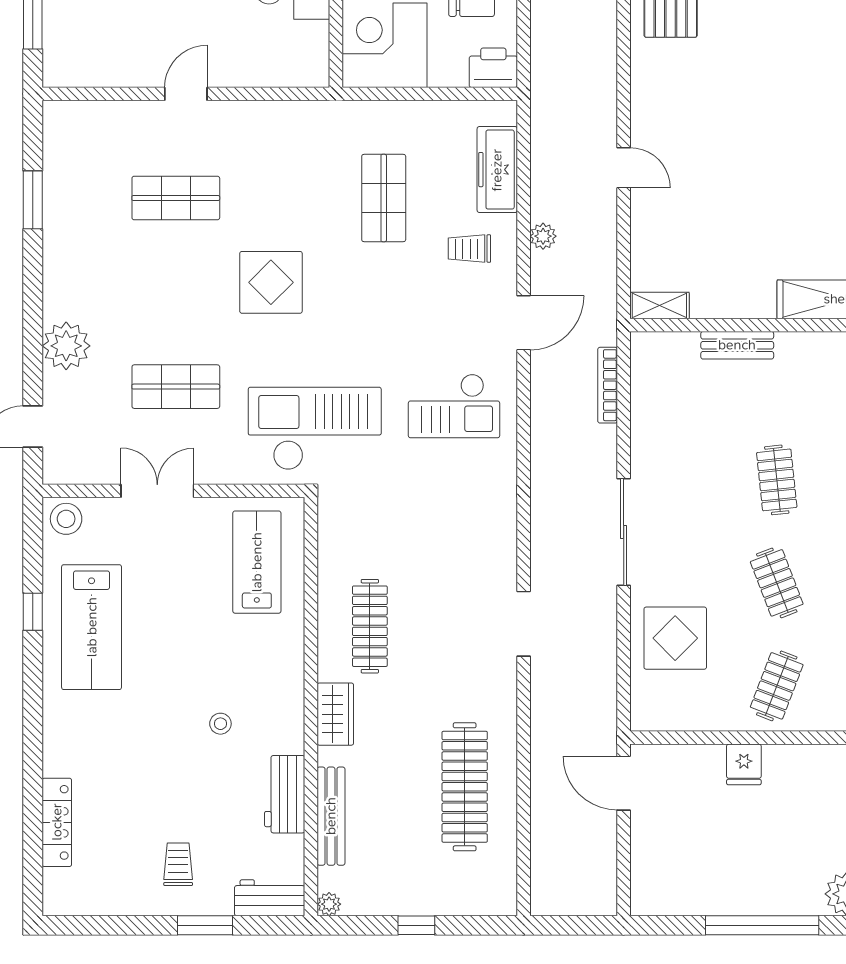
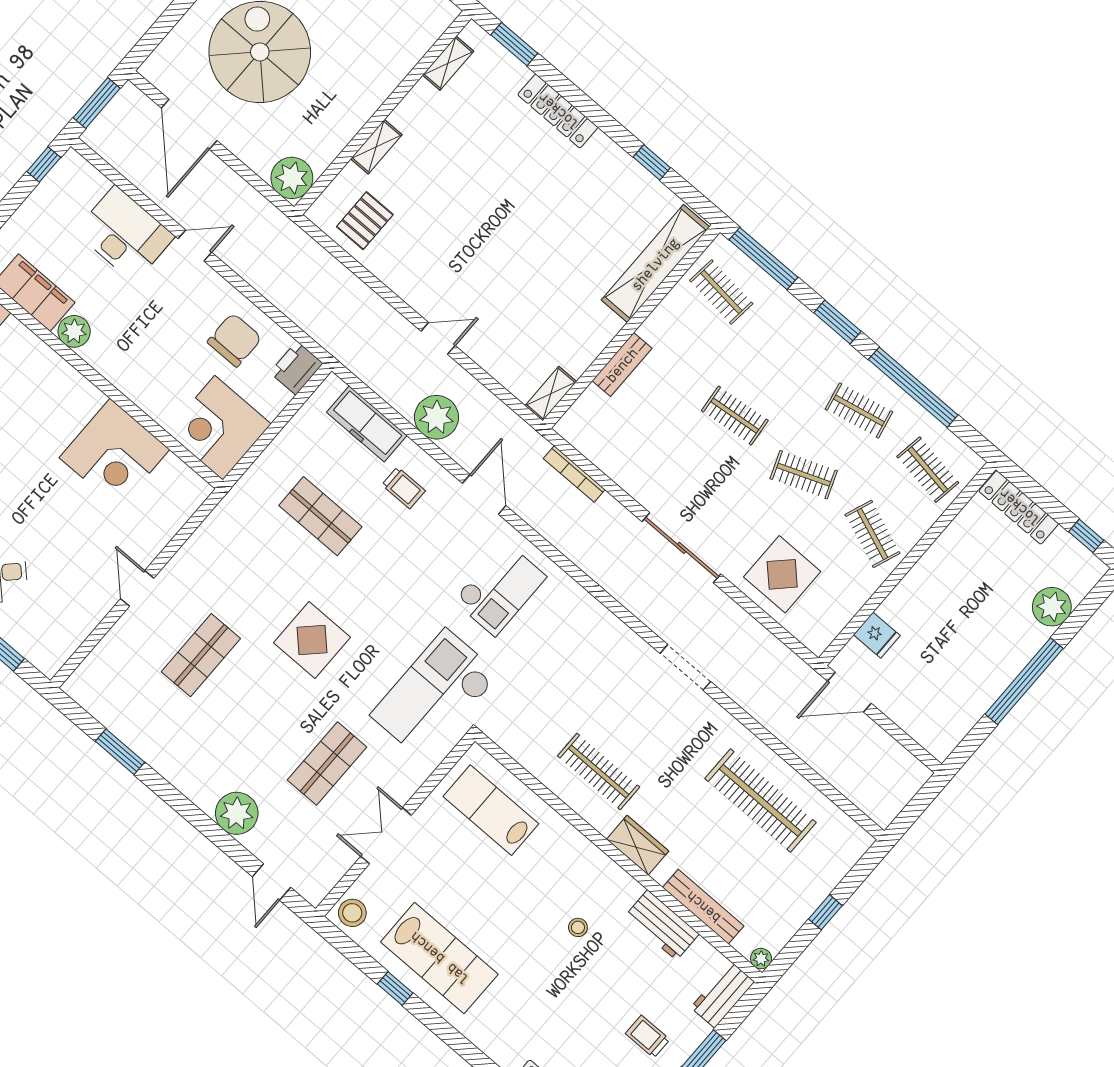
plant: (543, 236) -> (436, 417), width x1.87, depth x1.87
trolley: (469, 249) -> (404, 488), turned -90
fridge: (744, 764) -> (877, 635), moved

